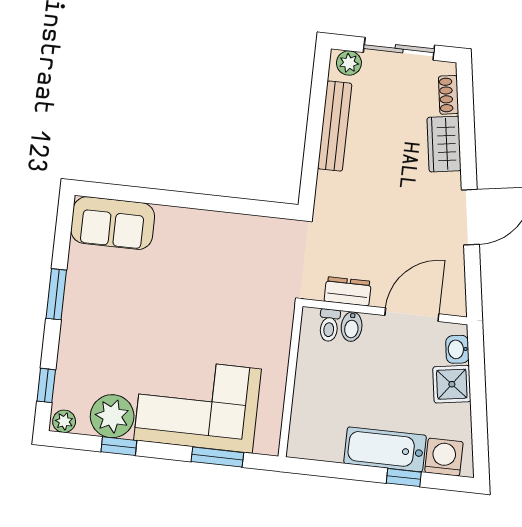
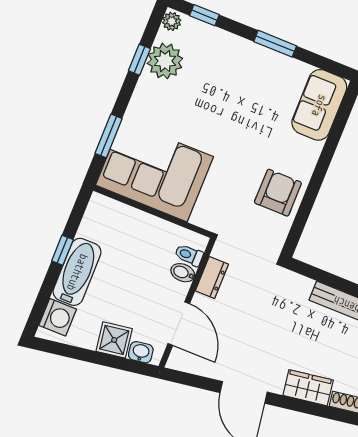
armchair: (228, 242) -> (278, 193), added
corner sofa: (198, 405) -> (154, 171), moved, turned -90
window: (404, 478) -> (62, 250), moved

